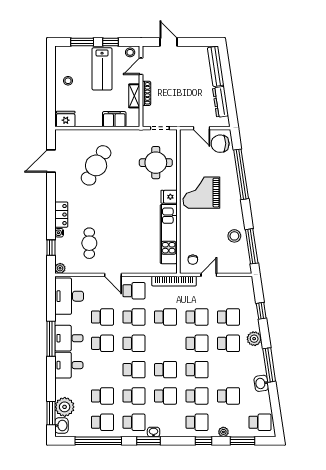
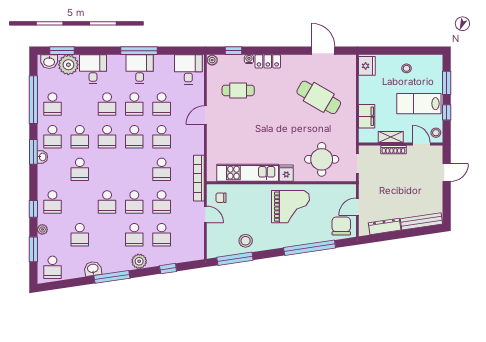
grand piano: (201, 193) -> (291, 207), turned 90
school desk: (134, 291) -> (189, 137), removed
desk: (69, 296) -> (188, 69), width x0.73
desk: (69, 365) -> (93, 69), moved
school desk: (165, 370) -> (107, 169), removed
school desk: (102, 396) -> (107, 104), moved
school desk: (197, 396) -> (80, 202), removed

